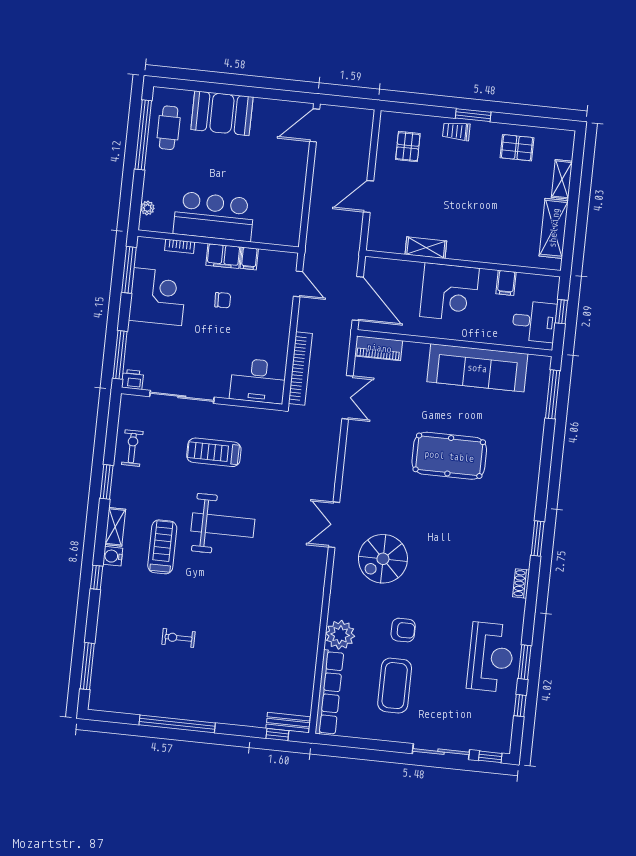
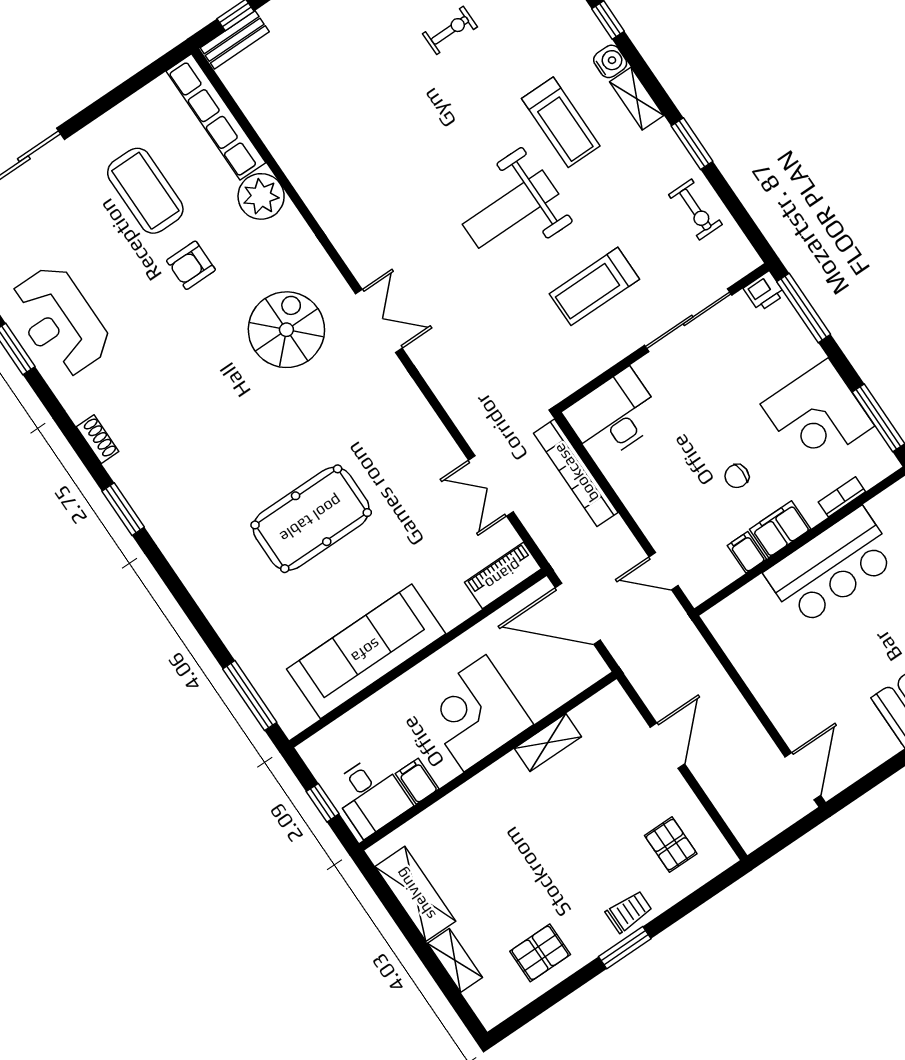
desk: (534, 321) -> (370, 796), moved, turned -90
treadmill: (214, 452) -> (594, 286), turned 180

